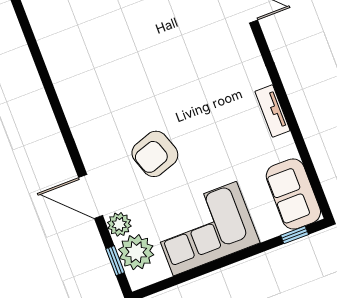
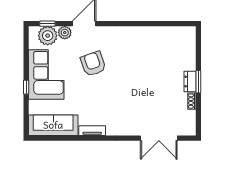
sofa: (293, 194) -> (53, 125), width x1.36
window: (295, 235) -> (26, 87), moved

